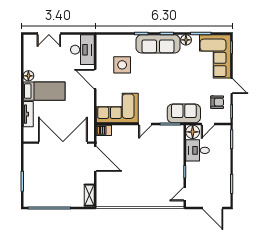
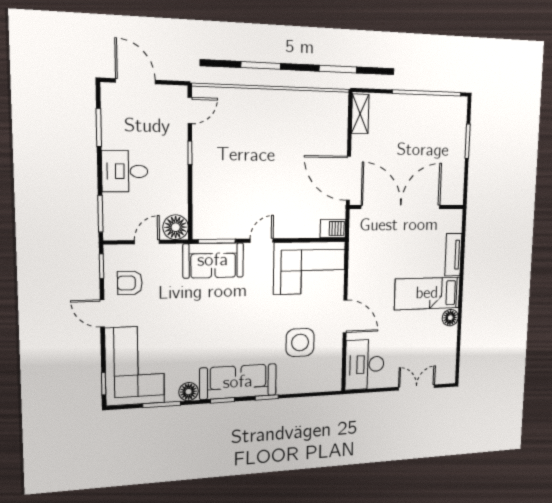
sofa: (184, 113) -> (213, 260), moved
double door: (63, 143) -> (401, 207), swing flipped
desk: (198, 150) -> (125, 171), moved, turned 180

